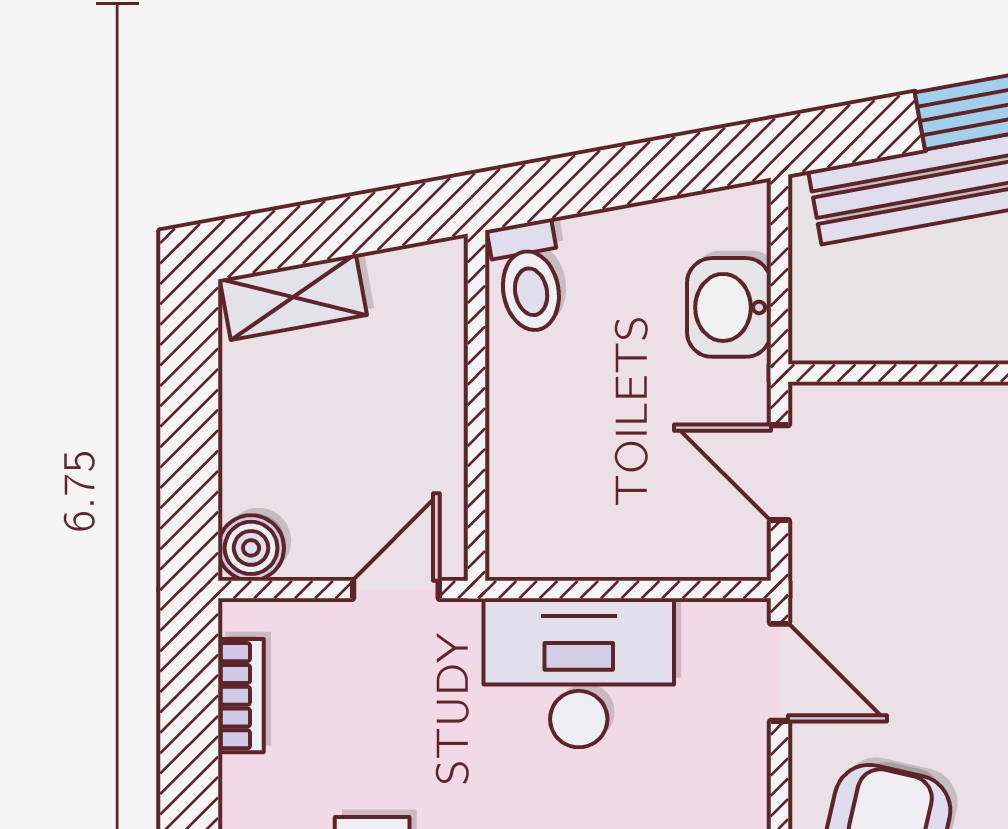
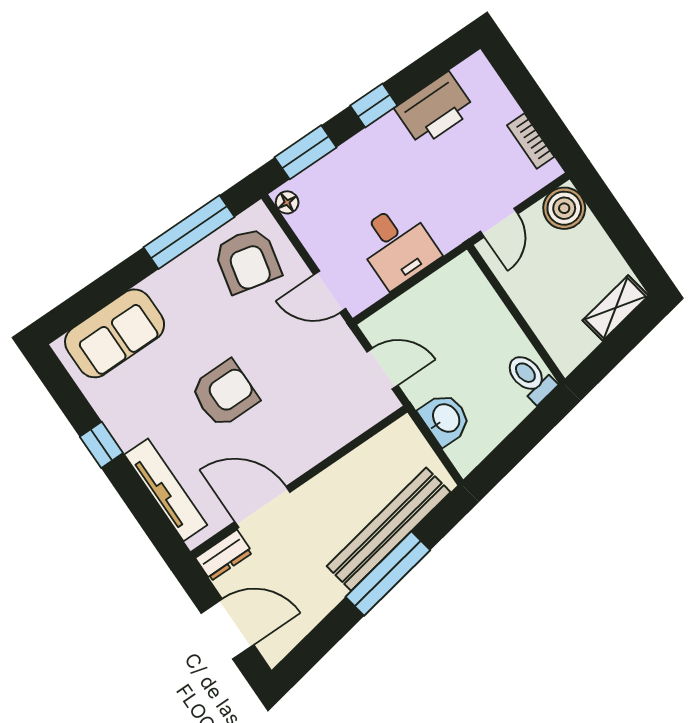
boiler: (251, 548) -> (564, 208), width x1.36, depth x1.36
desk: (579, 673) -> (397, 246), width x0.73

